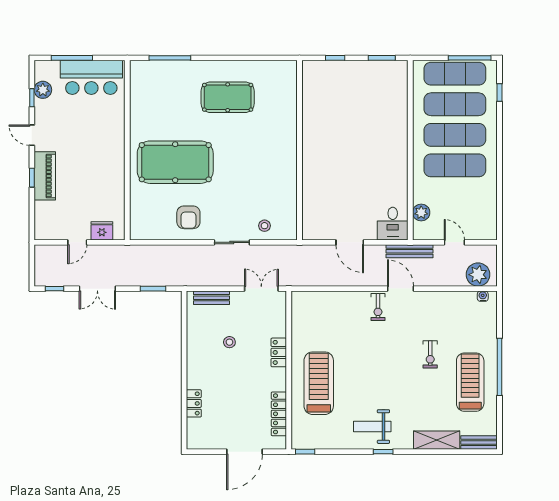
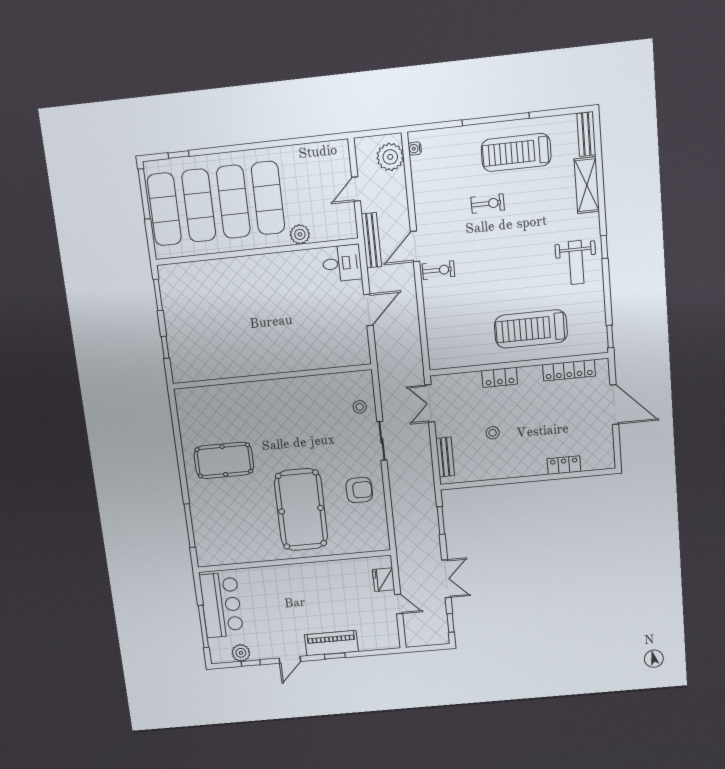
pool table: (228, 97) -> (224, 460), turned 90
plant: (421, 213) -> (300, 234), moved

